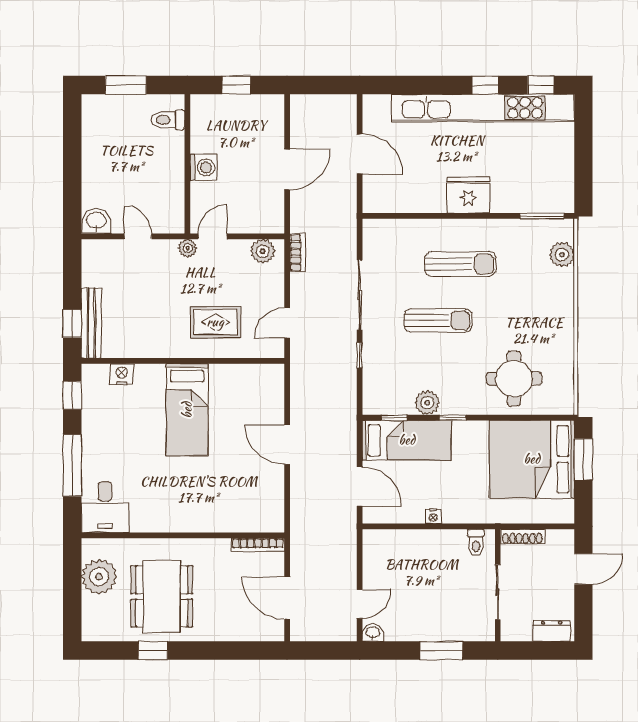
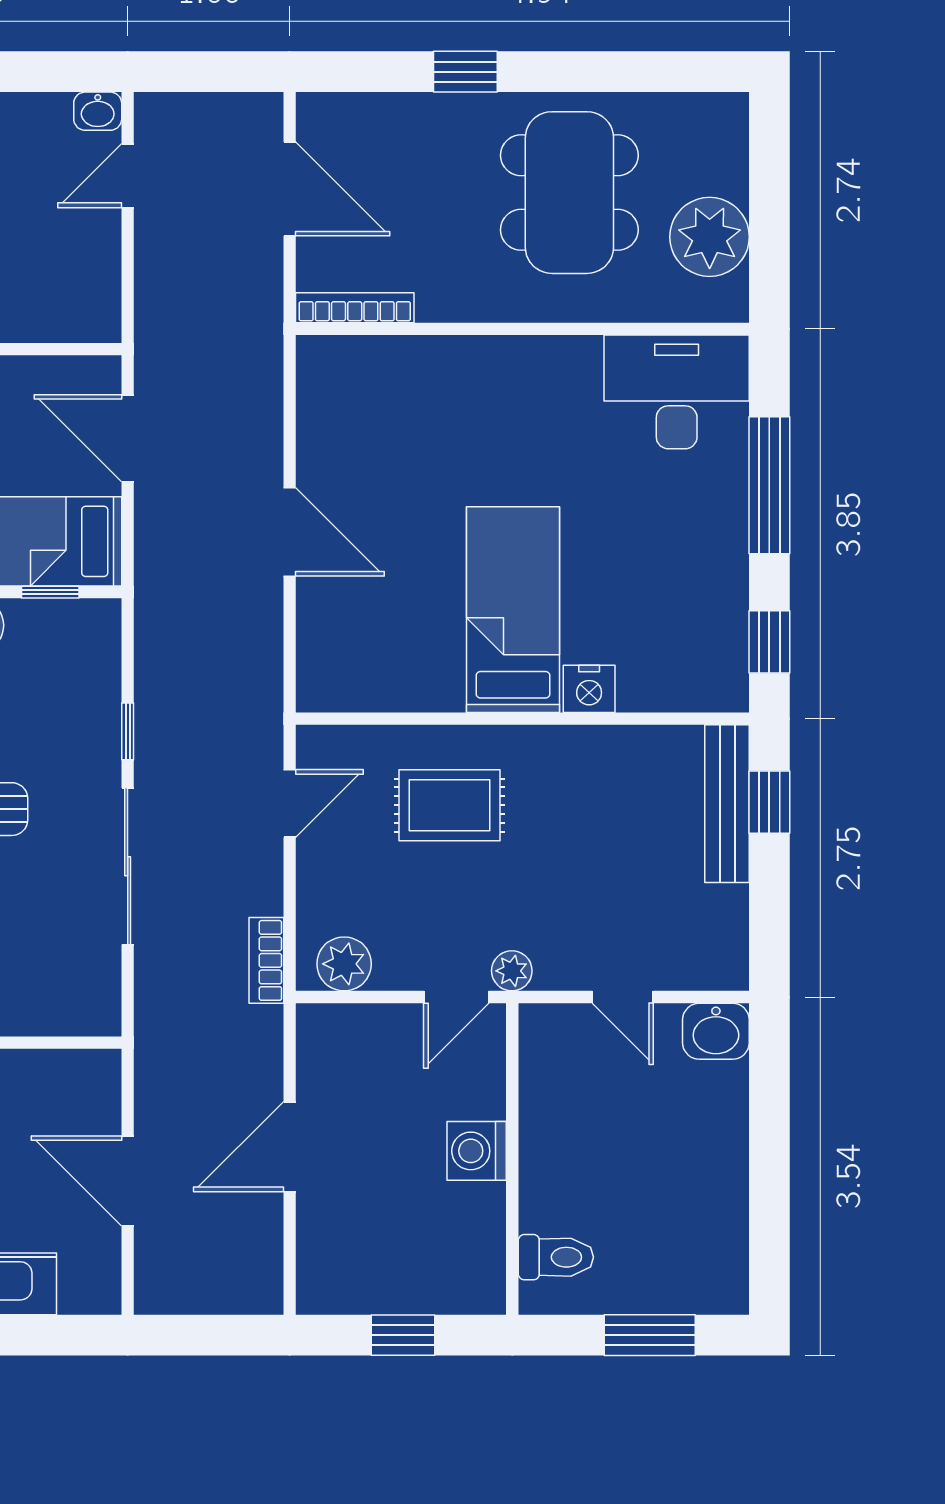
nightstand: (122, 374) -> (589, 689), moved
desk: (105, 507) -> (677, 392), width x1.37
window: (153, 651) -> (465, 72), moved

